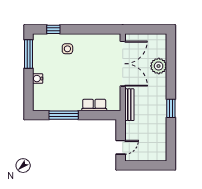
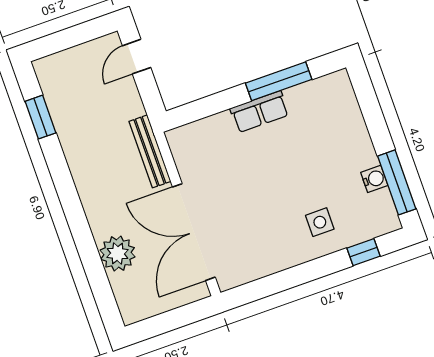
water cooler: (38, 79) -> (374, 179), moved
row of seats: (94, 105) -> (260, 112), moved
window: (171, 108) -> (40, 117), moved

